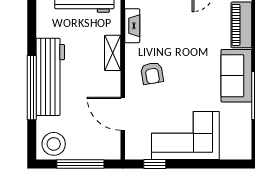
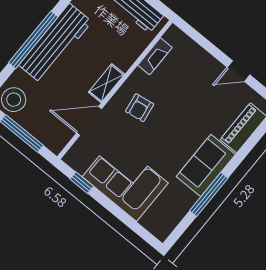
shelving: (113, 53) -> (107, 83), moved
door: (123, 114) -> (89, 121), hinge flipped

